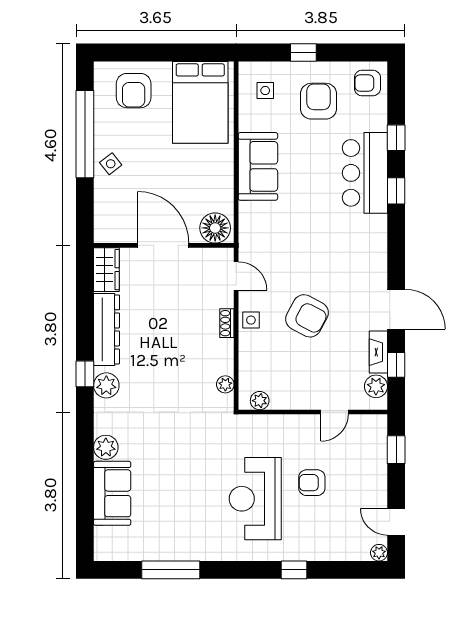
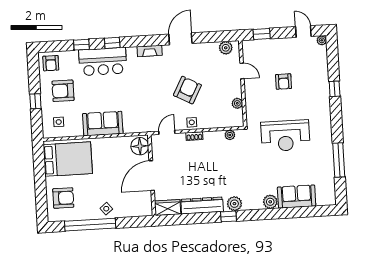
fireplace: (378, 352) -> (150, 51), moved
window: (396, 365) -> (213, 37), removed
plant: (260, 401) -> (237, 103), moved
reception desk: (255, 499) -> (285, 136), moved
door: (396, 522) -> (303, 32), swing flipped

